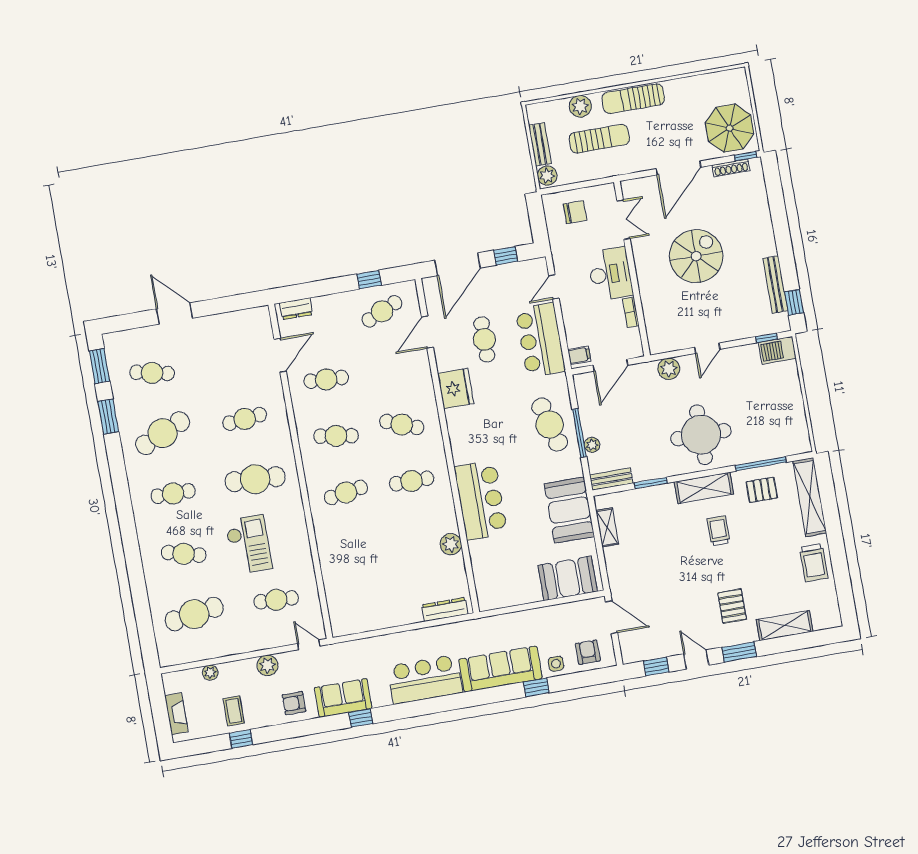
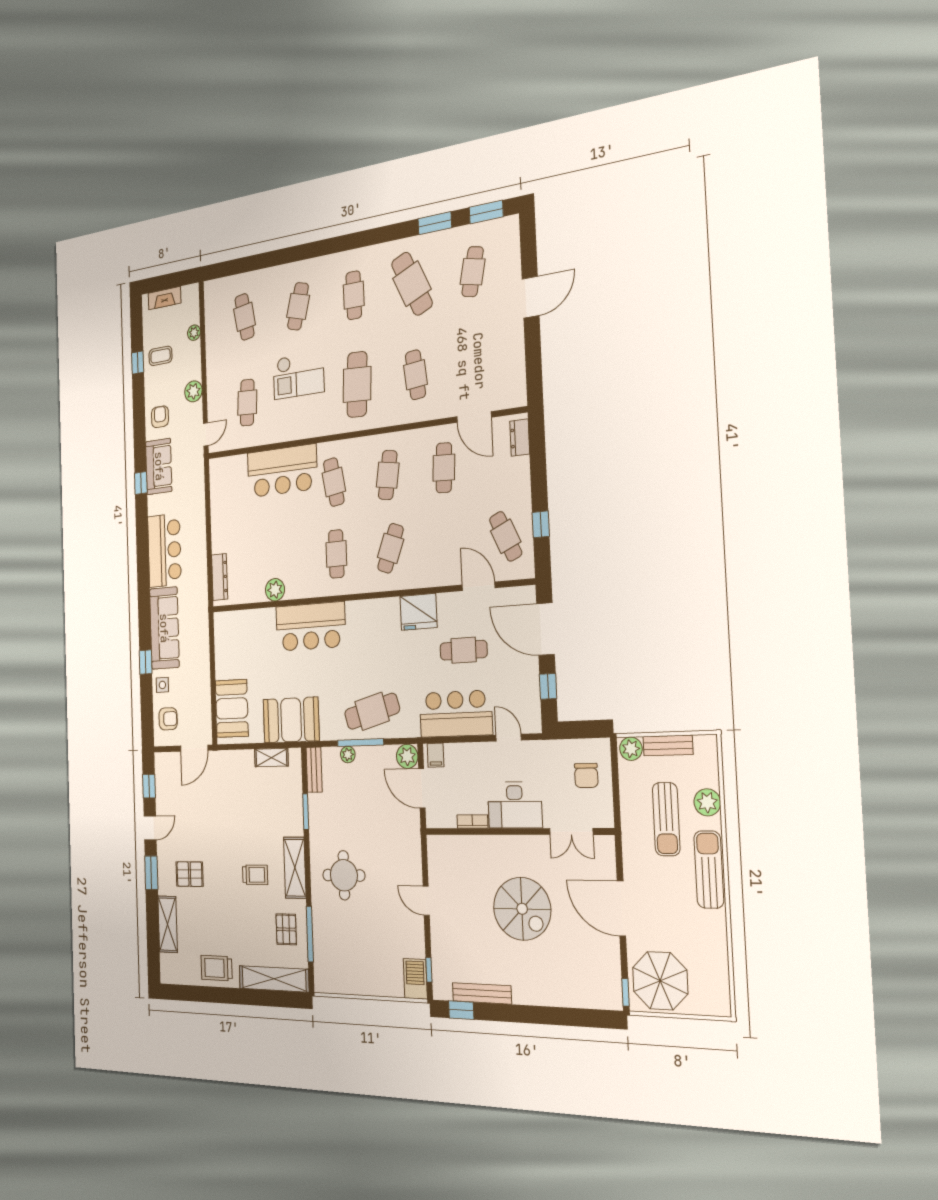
shoe rack: (731, 168) -> (614, 972), removed
plant: (669, 369) -> (407, 756), moved
round table: (701, 435) -> (344, 875), width x0.73, depth x0.73
bar counter: (339, 551) -> (282, 471), added
cafe table: (194, 614) -> (245, 317), width x0.73, depth x0.74

